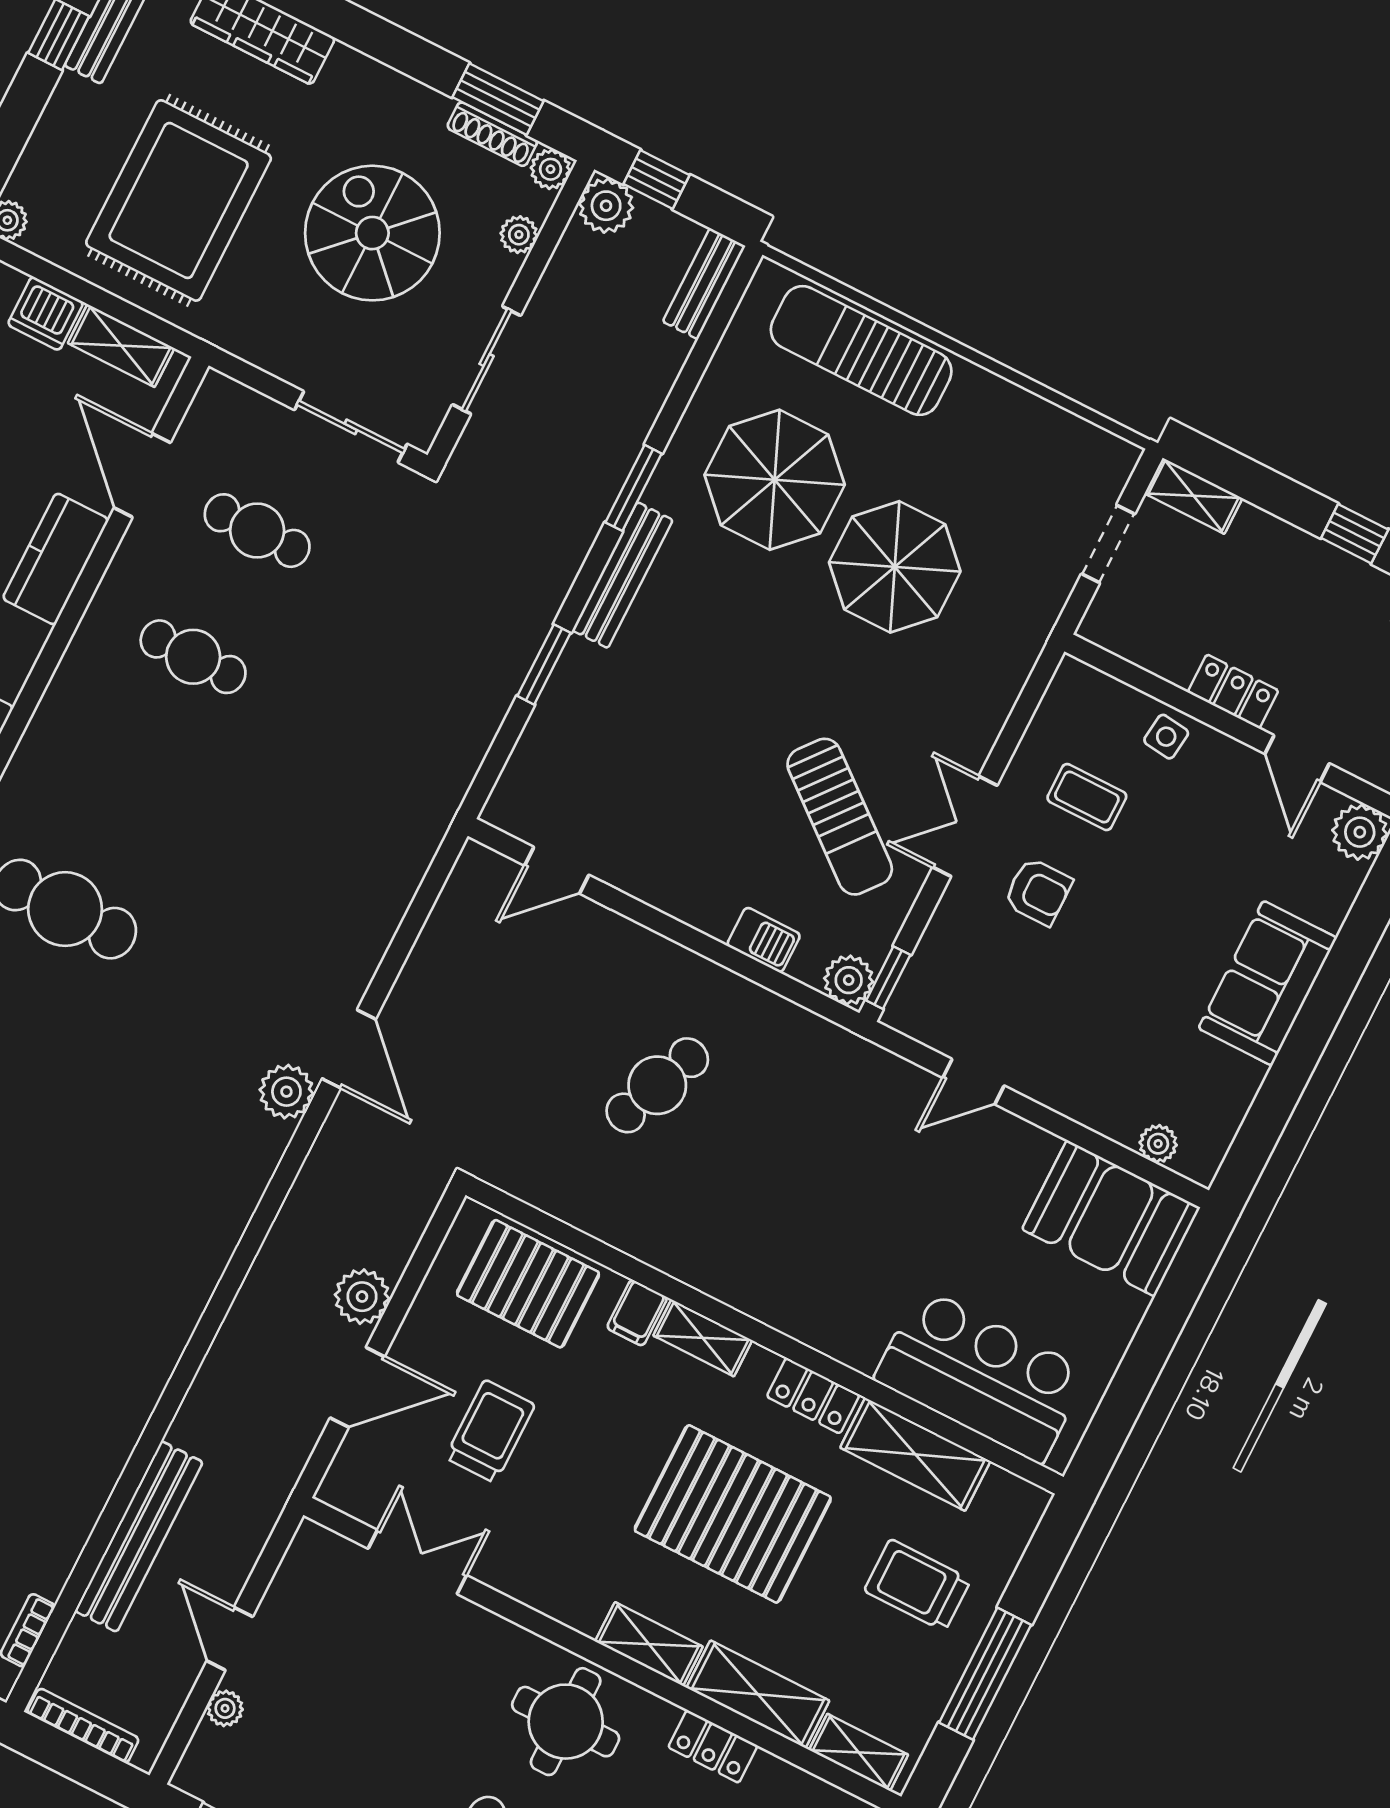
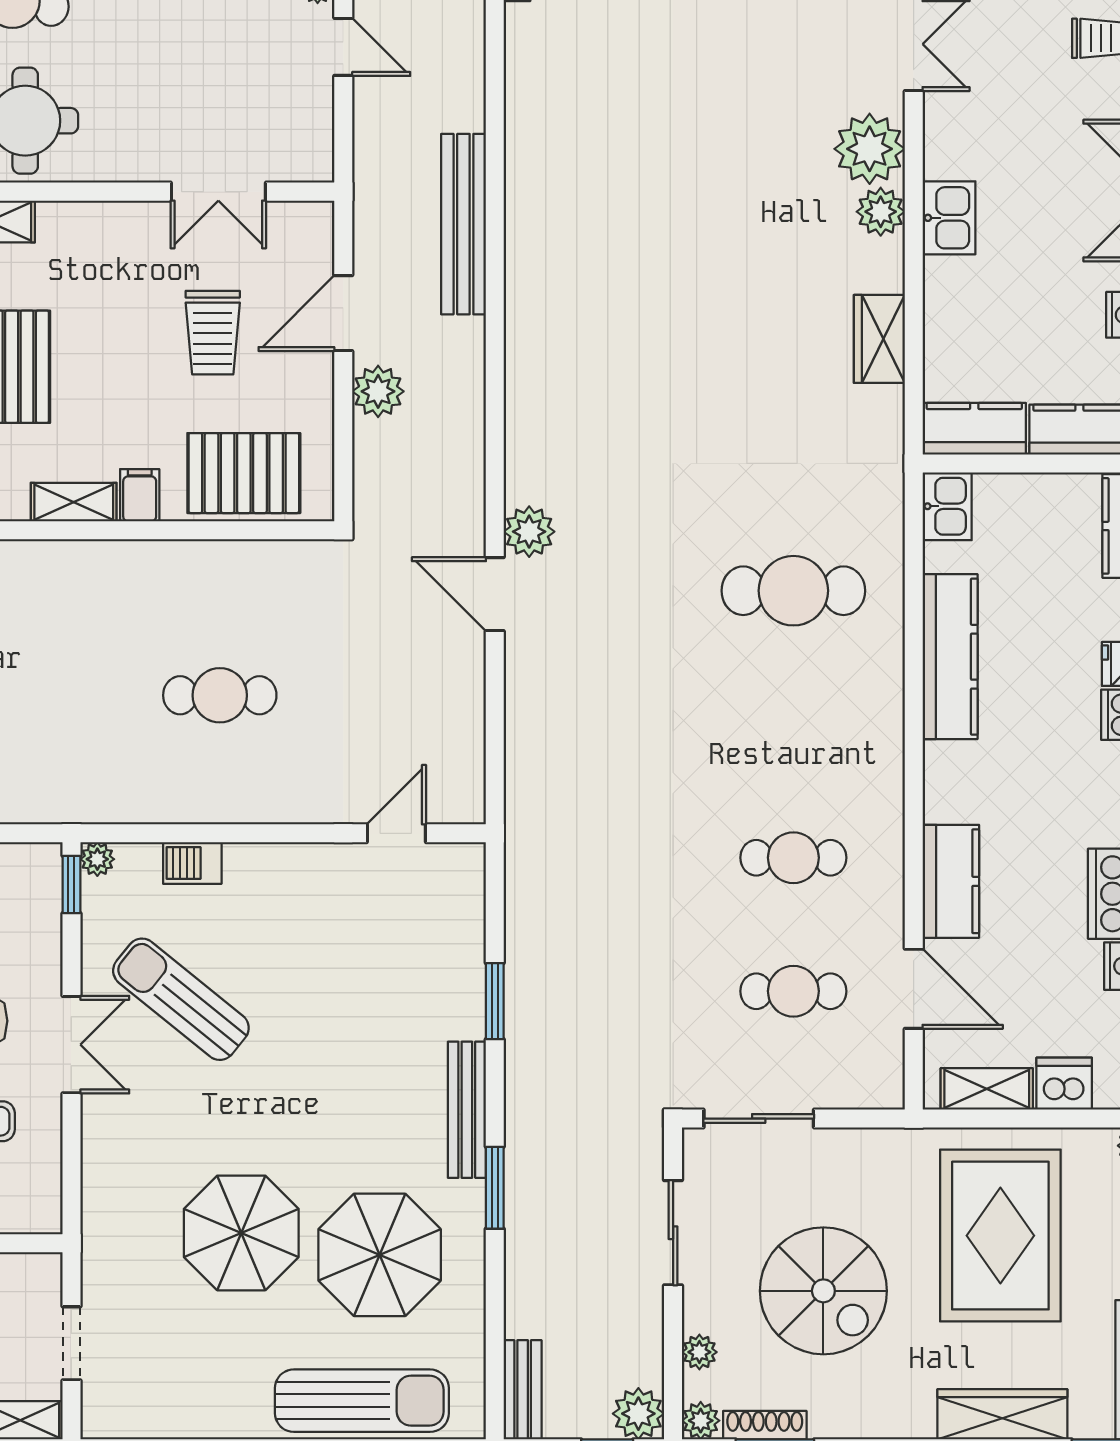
plant: (849, 980) -> (97, 859), width x0.73, depth x0.73
cafe table: (657, 1085) -> (220, 695), turned 68
bench: (139, 1536) -> (463, 224), moved

